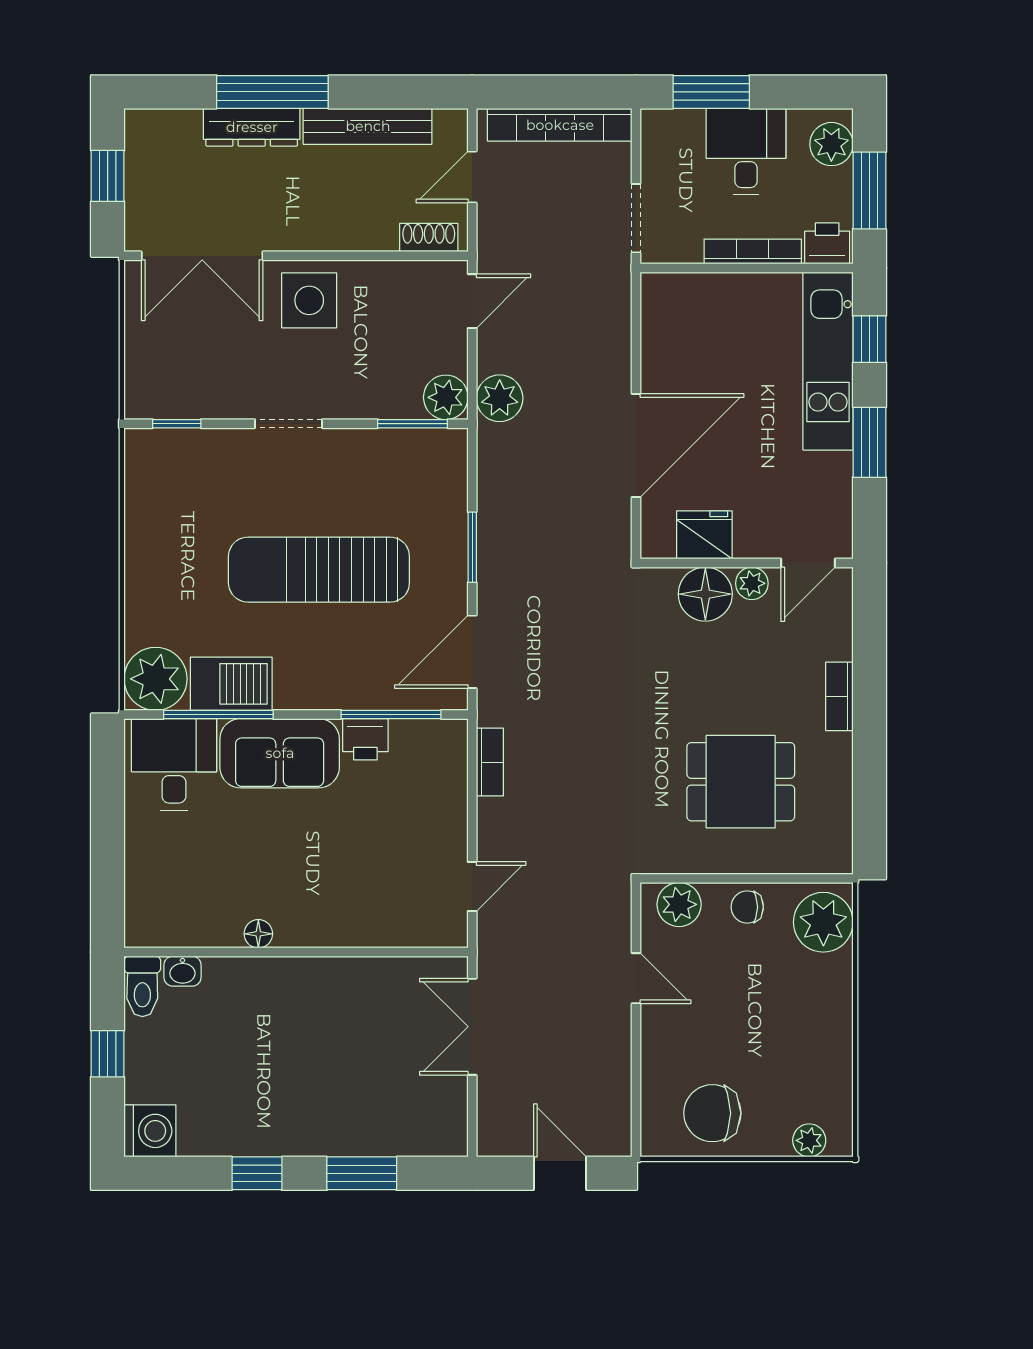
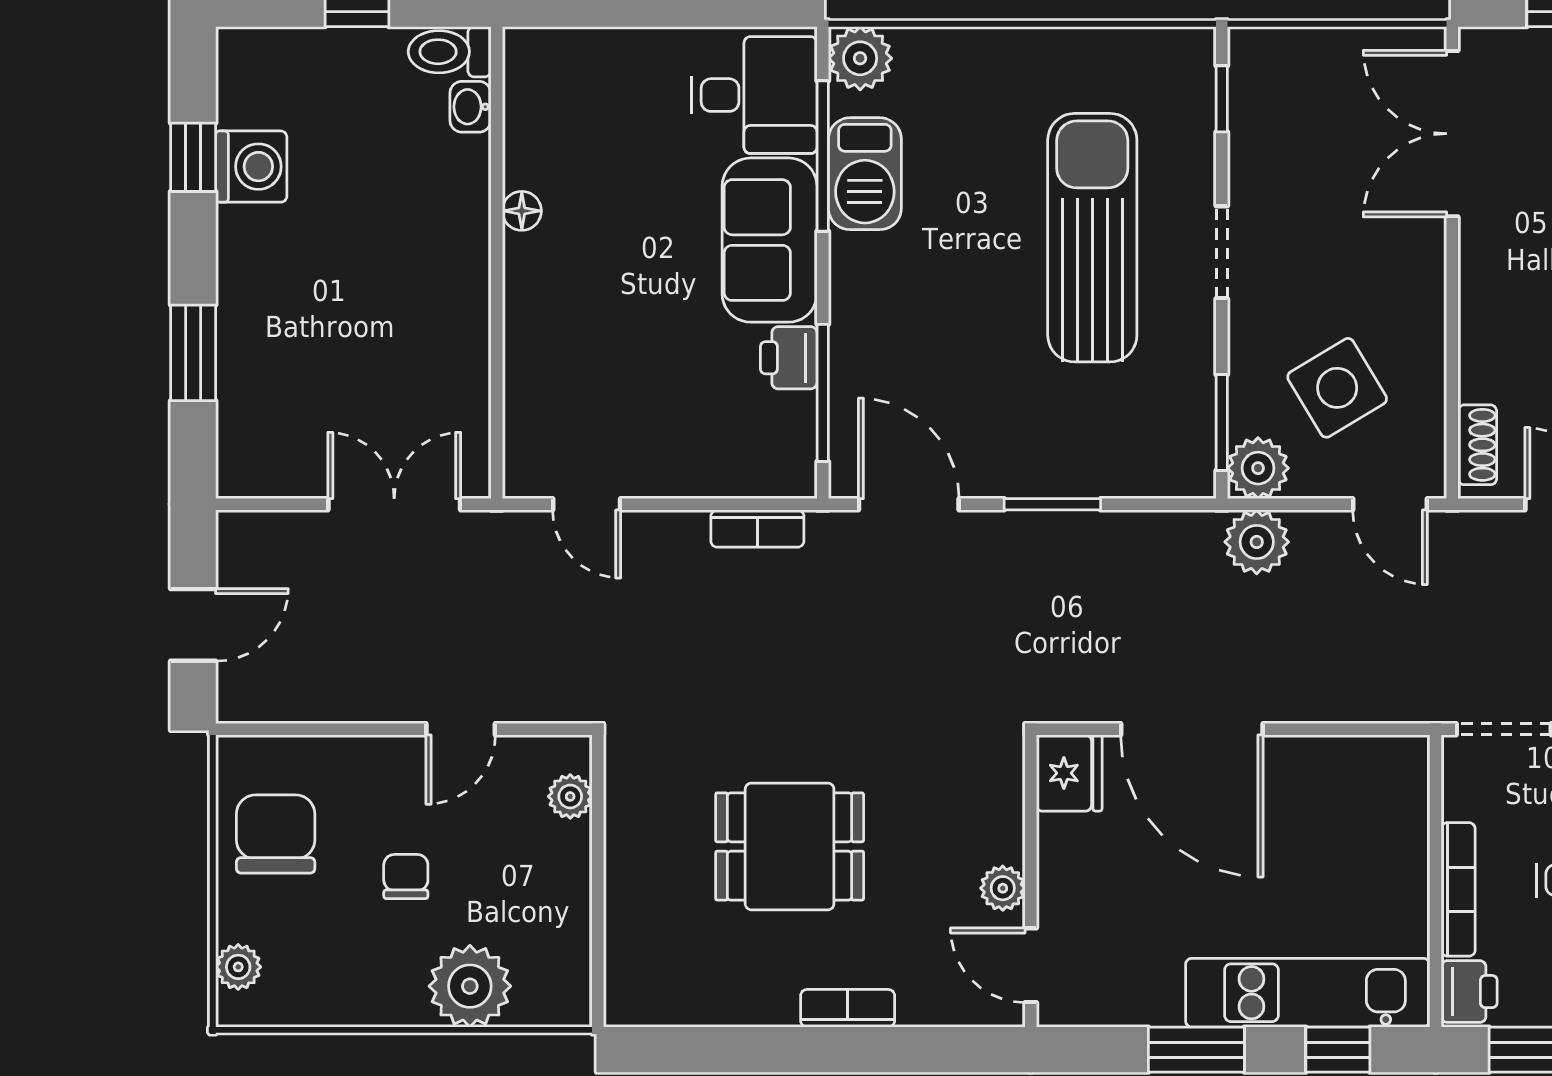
side table: (309, 300) -> (1337, 388), moved, turned -31
fridge: (704, 535) -> (1069, 773), moved
sun lounger: (319, 570) -> (1092, 238), moved
floor lamp: (705, 594) -> (988, 824), removed
plant: (156, 679) -> (860, 58), width x0.73, depth x0.73
dining table: (741, 782) -> (790, 846), moved, turned 90
plant: (679, 904) -> (570, 796), width x0.73, depth x0.73
chair: (747, 907) -> (406, 877), moved
plant: (823, 922) -> (470, 986), moved
washing machine: (150, 1131) -> (251, 167), moved, turned -90
window: (257, 1173) -> (193, 157), moved

